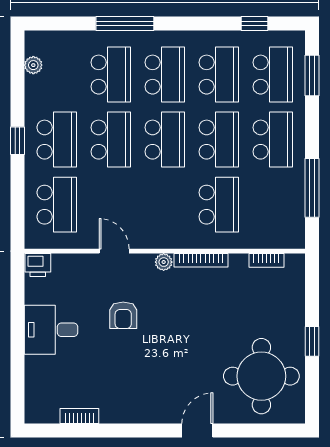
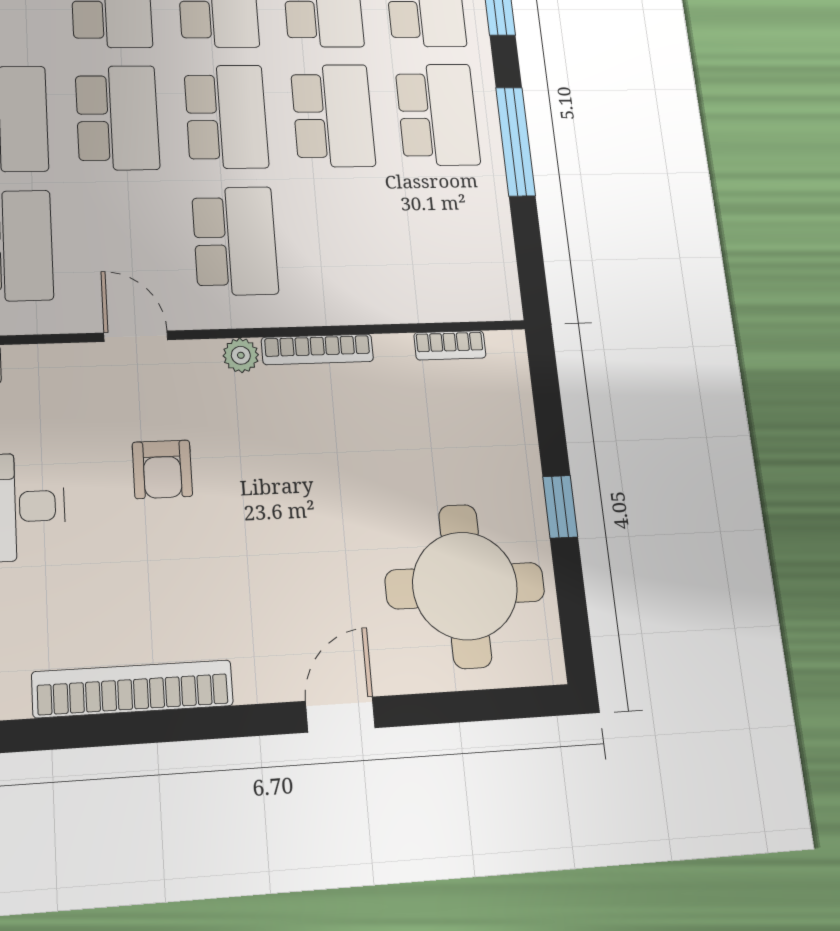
window: (312, 188) -> (515, 141), moved
school desk: (219, 205) -> (235, 241), moved
bookcase: (79, 416) -> (133, 689), width x2.31, depth x1.31

